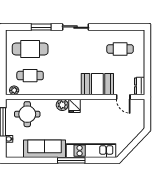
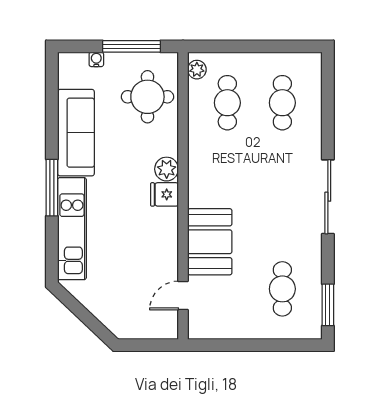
window: (41, 27) -> (328, 305), moved
sliding door: (76, 27) -> (328, 197), width x1.37
cafe table: (30, 49) -> (282, 103), width x0.73, depth x0.74
dresser: (140, 86) -> (206, 329), removed

